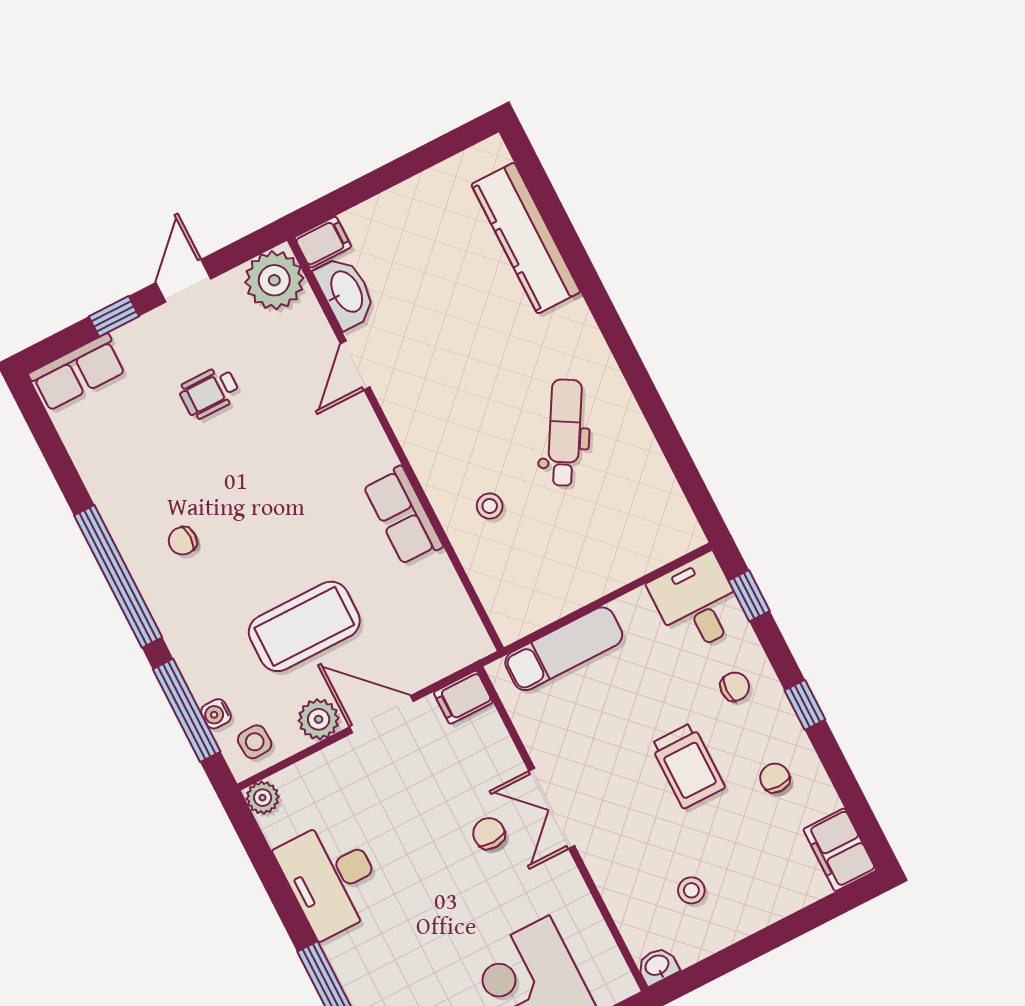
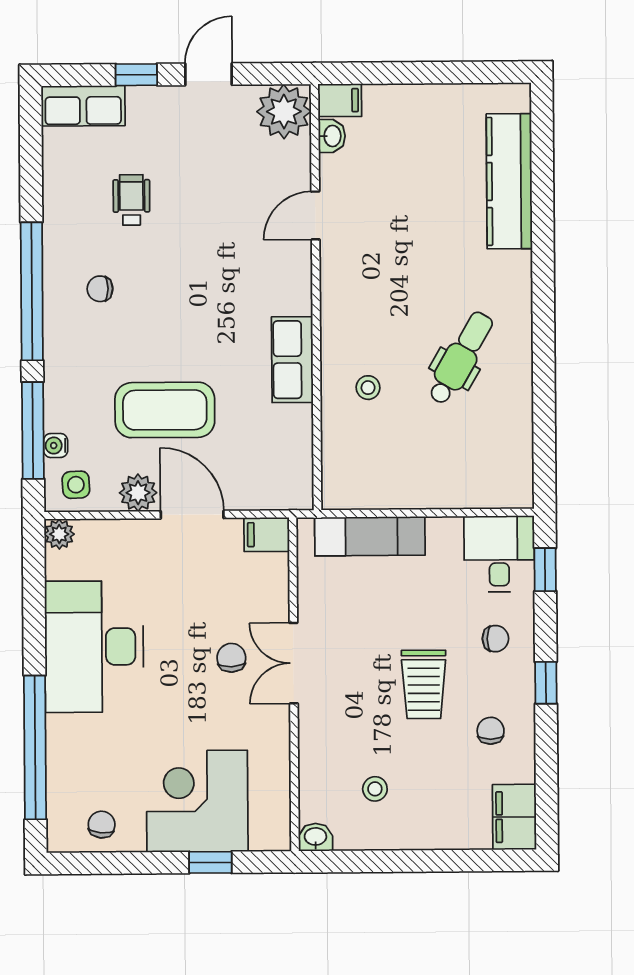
washbasin: (346, 292) -> (332, 136), width x0.52, depth x0.69
wheelchair: (209, 392) -> (131, 200), moved, turned 90
desk: (331, 878) -> (94, 647), width x1.36, depth x1.30

